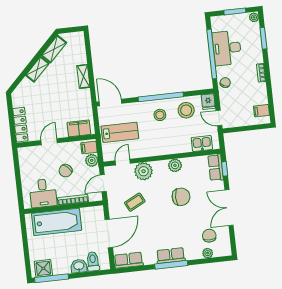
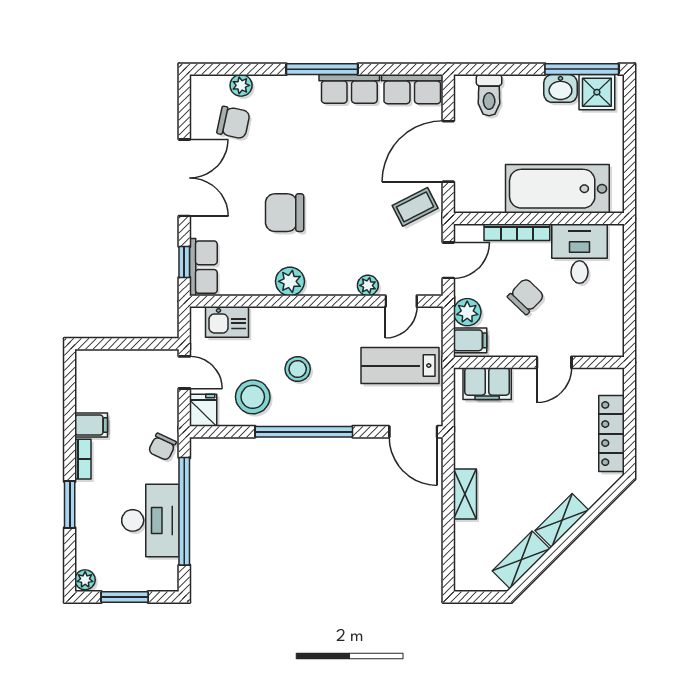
window: (263, 38) -> (70, 505), moved
filing cabinet: (262, 111) -> (91, 425), moved
stool: (160, 115) -> (298, 369), moved
locker: (20, 125) -> (612, 434), moved
plant: (144, 171) -> (368, 285), width x0.53, depth x0.53
coffee table: (135, 202) -> (415, 207), moved
chair: (209, 236) -> (233, 123), turned -78
row of seats: (171, 256) -> (349, 89), moved
washbasin: (79, 266) -> (560, 88), moved

